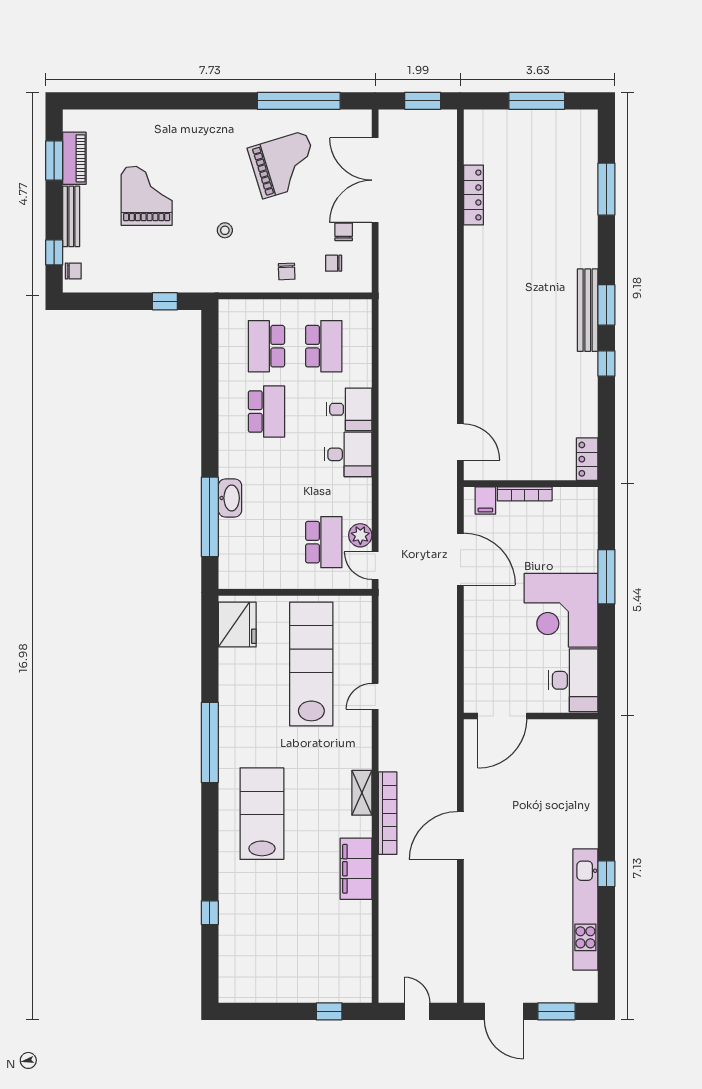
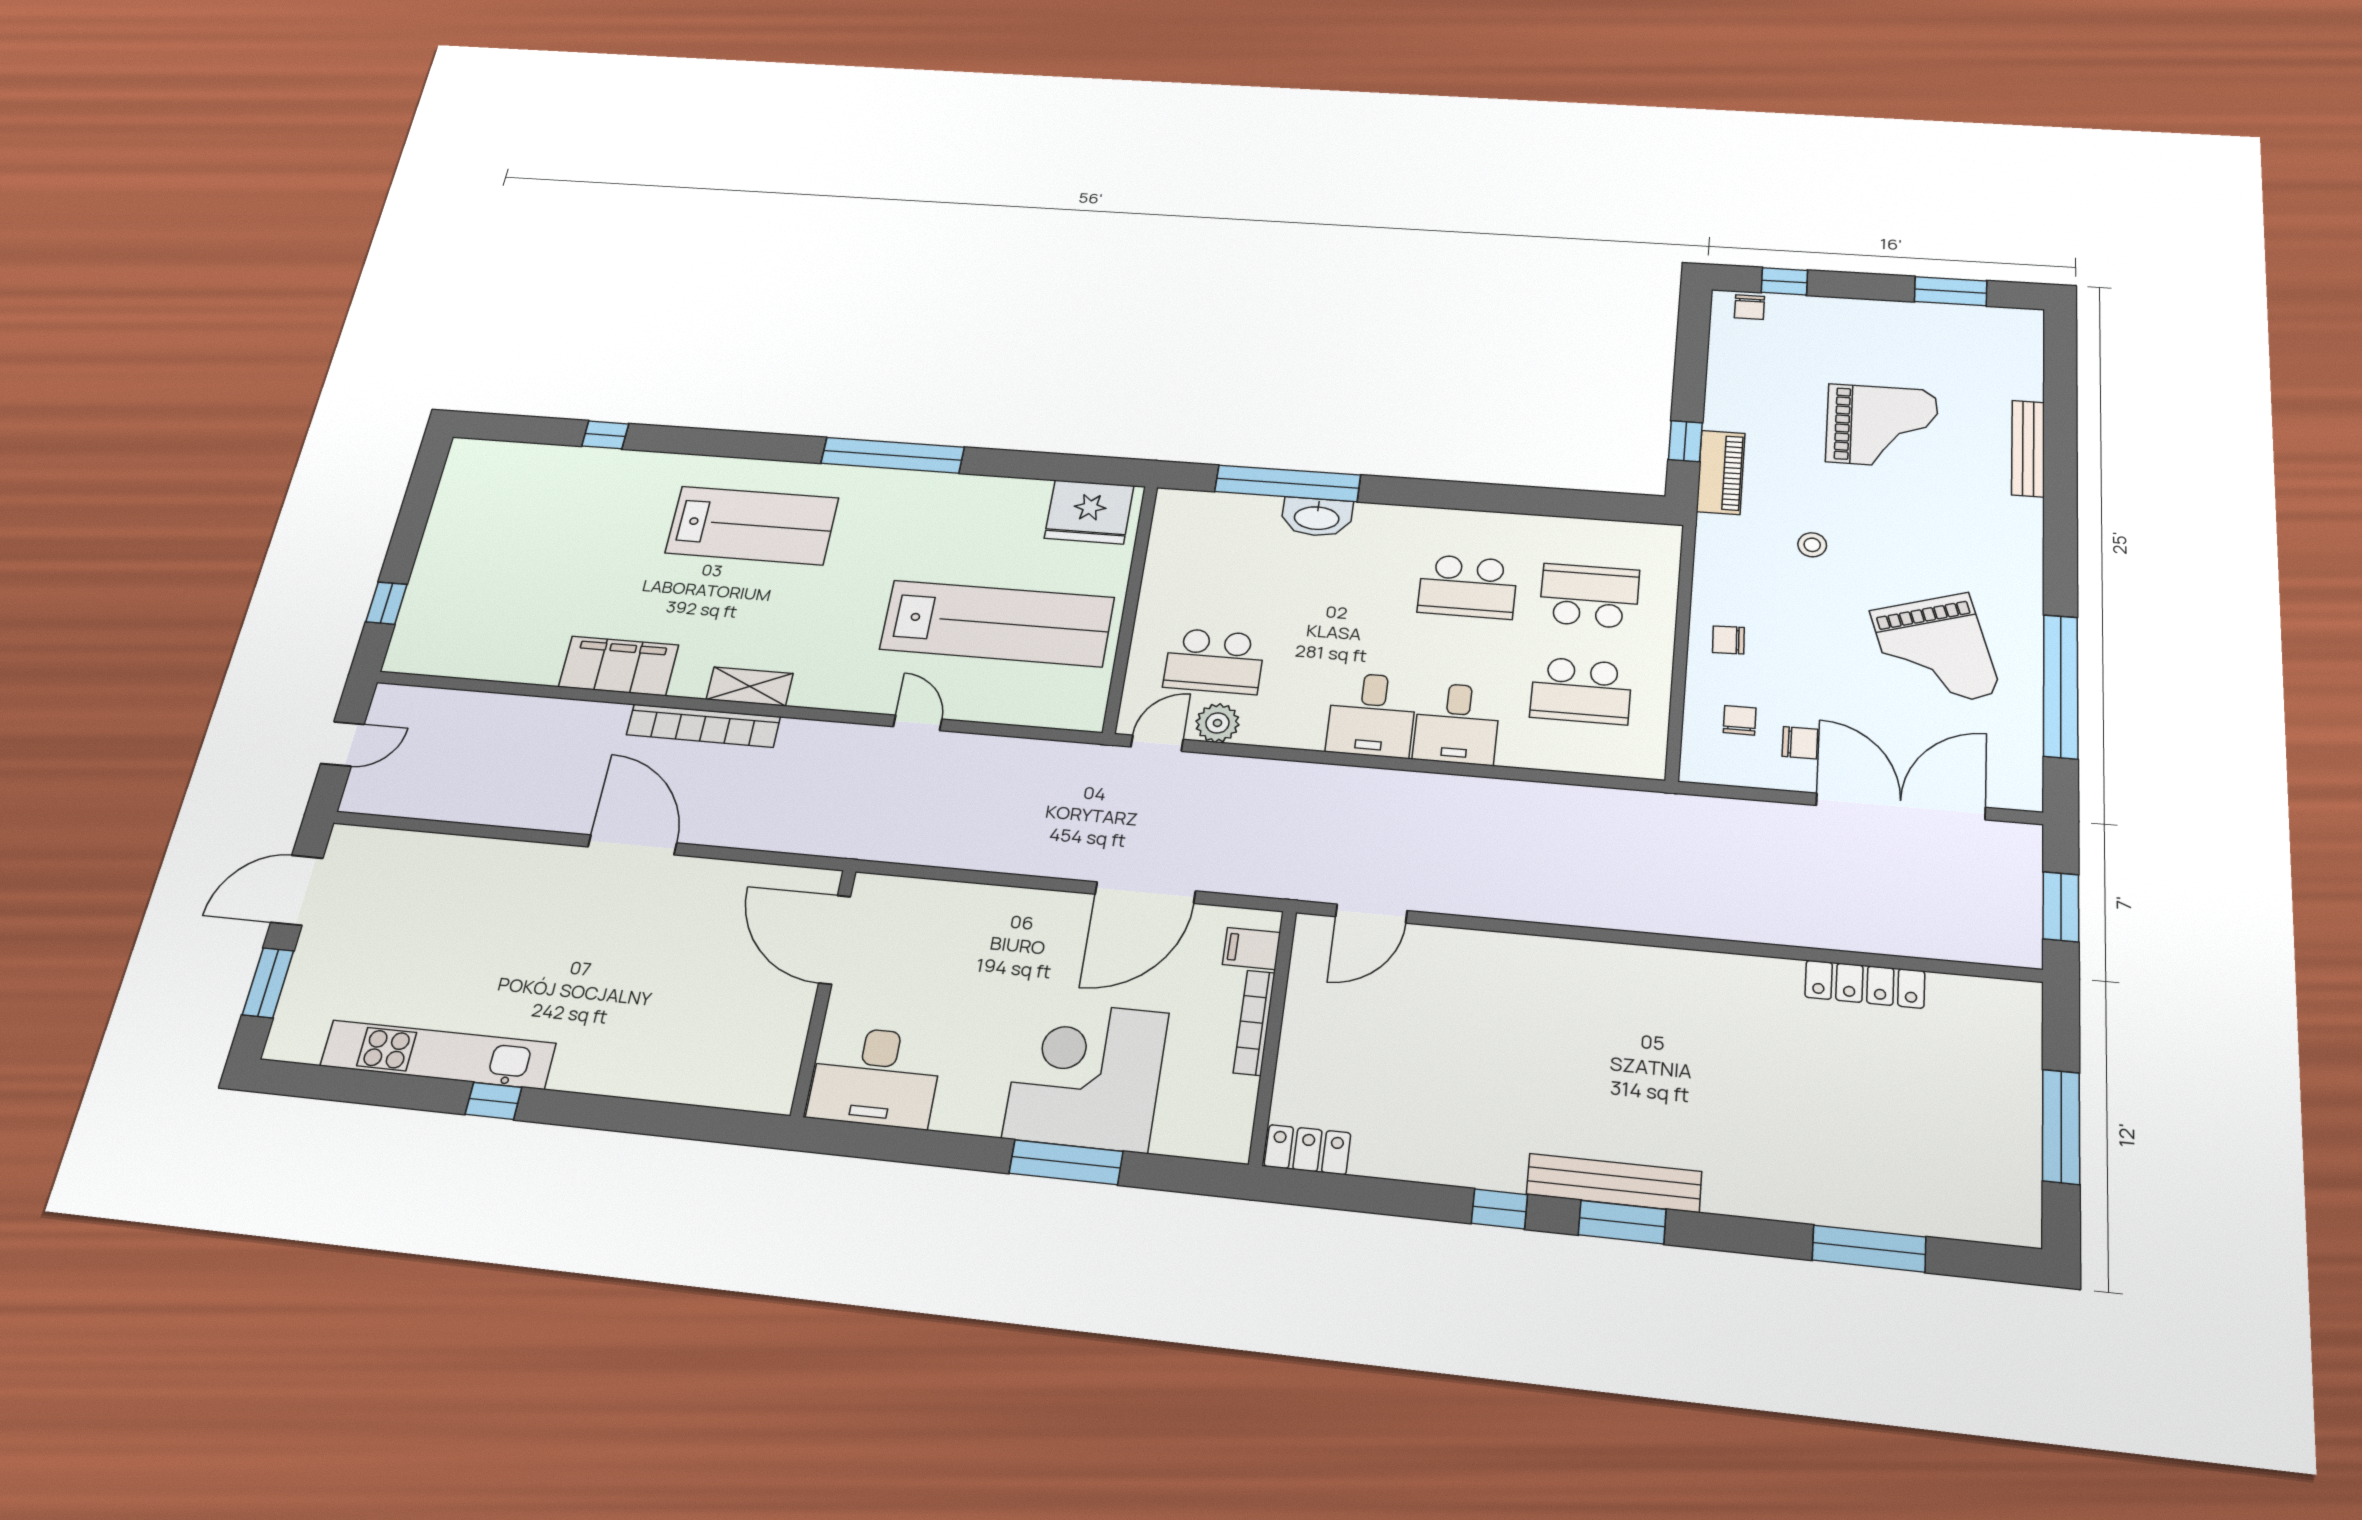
piano: (74, 158) -> (1721, 472), moved, turned -90
bench: (71, 216) -> (2028, 448), moved, turned 90
corner desk: (561, 610) -> (1086, 1075), moved

